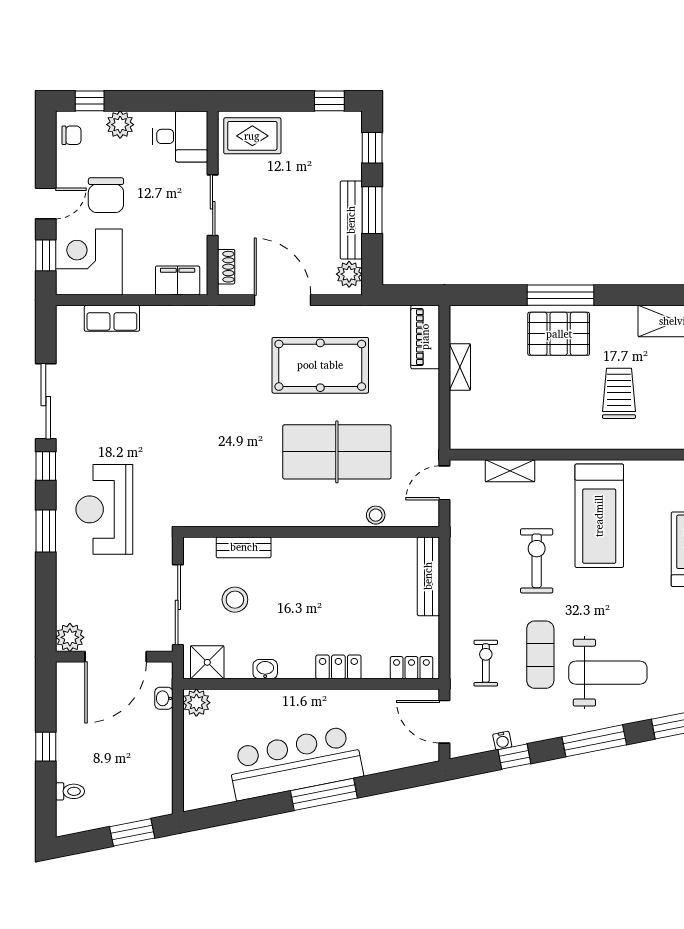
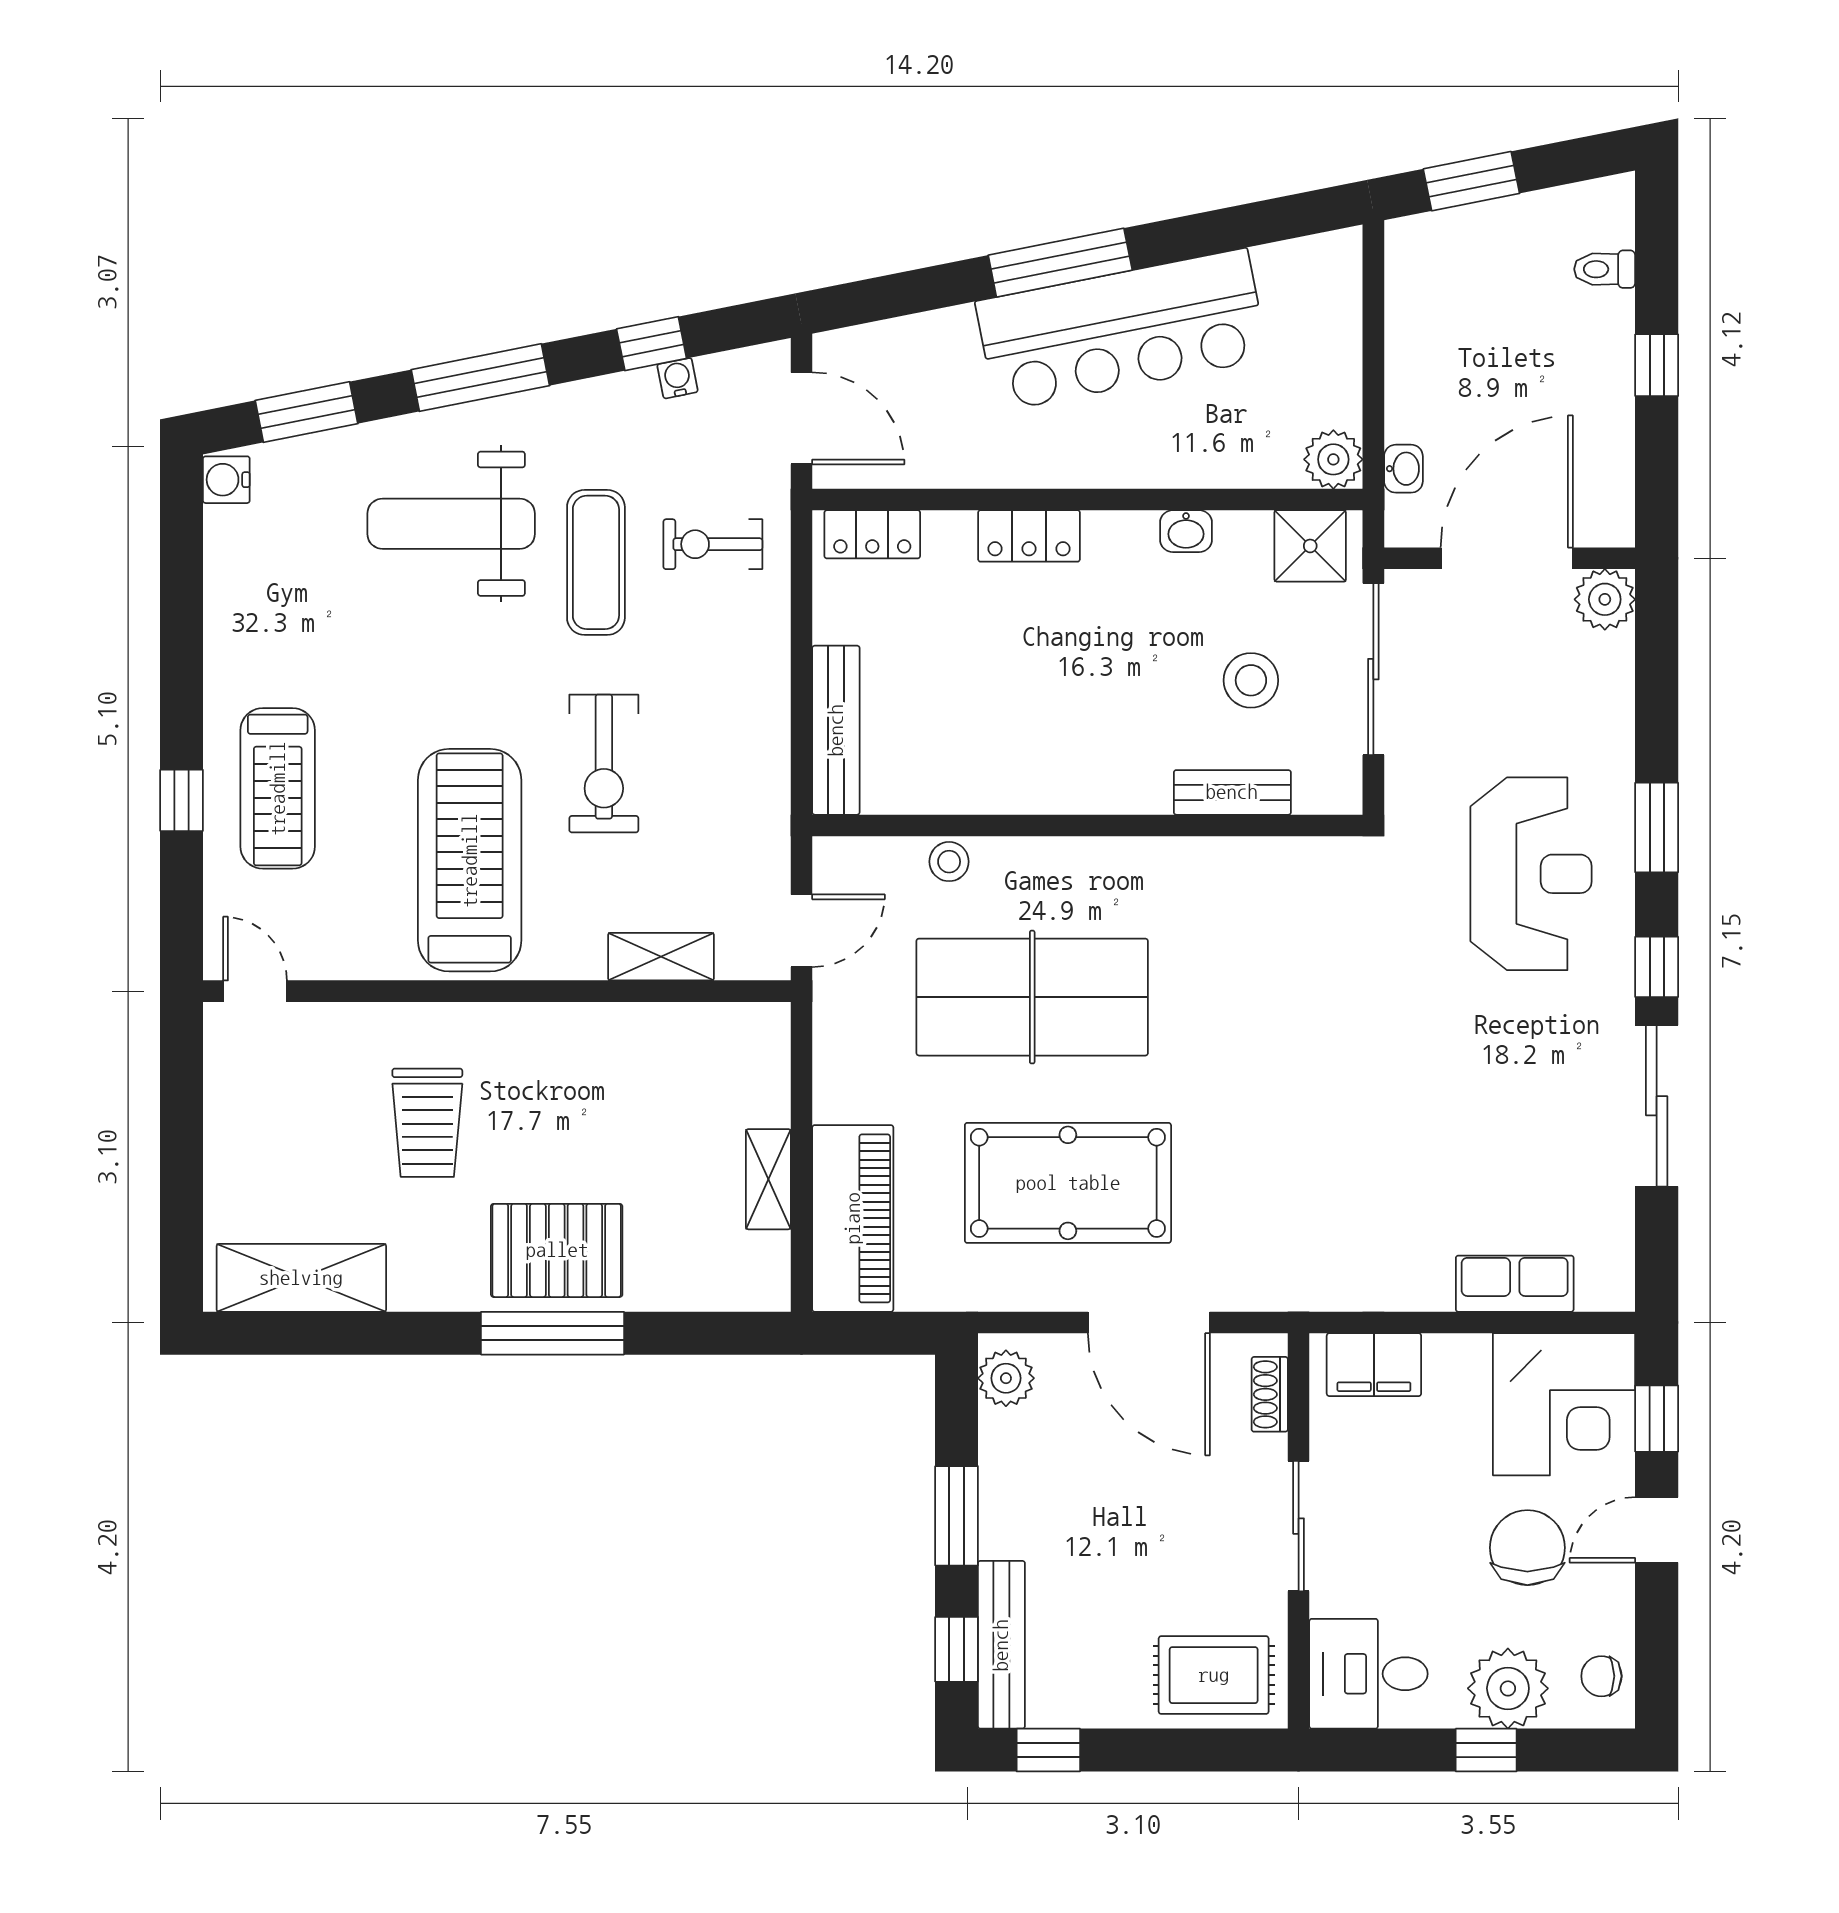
window: (90, 101) -> (1486, 1750), moved
plant: (120, 125) -> (1508, 1688), width x1.36, depth x1.36
bench: (351, 220) -> (1001, 1645), moved
piano: (425, 337) -> (853, 1218), width x1.37, depth x1.33
exercise bike: (486, 663) -> (713, 544), turned 90

